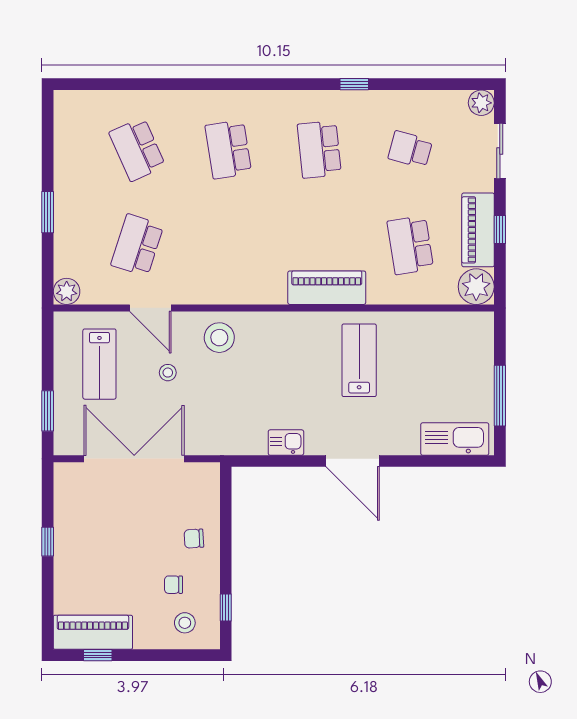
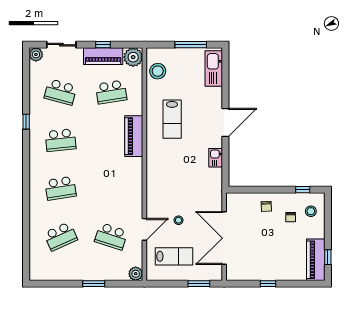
school desk: (410, 149) -> (61, 92), width x1.85
stool: (219, 338) -> (158, 71), moved
lab bench: (359, 360) -> (172, 119), turned -90

